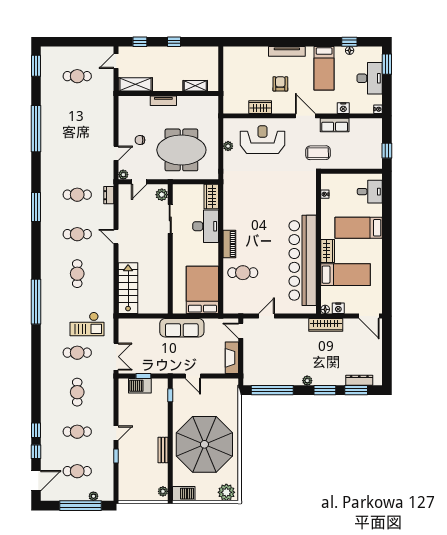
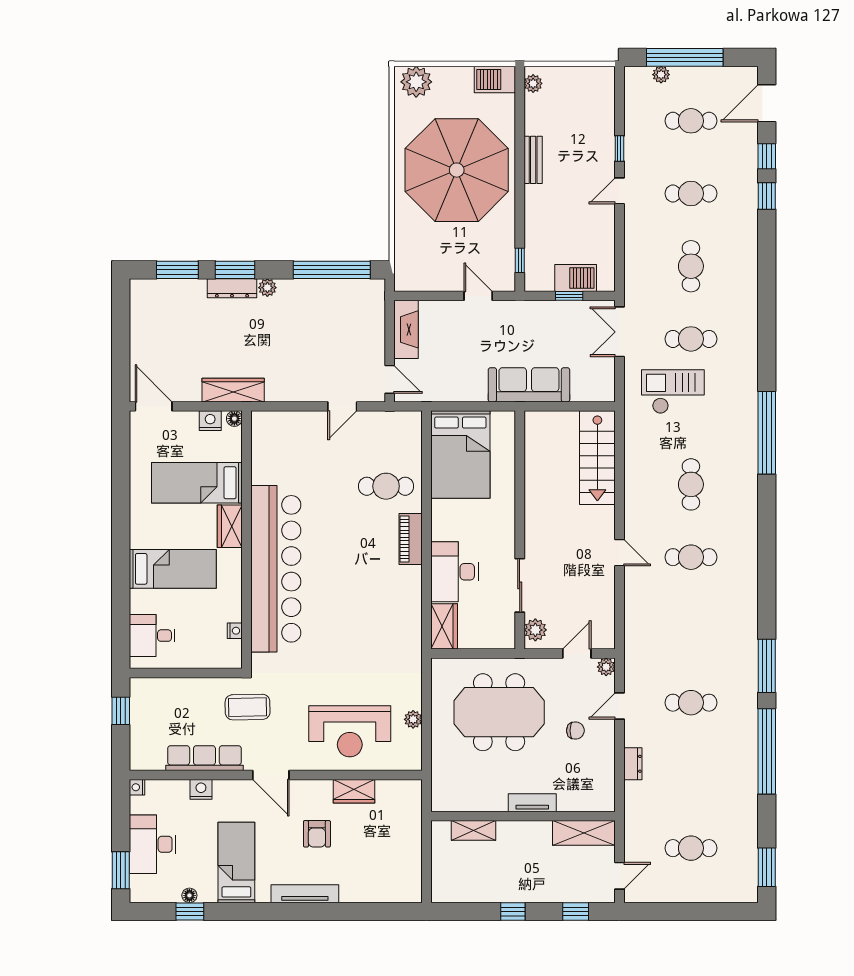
row of seats: (335, 125) -> (204, 758), width x1.48
cafe table: (77, 195) -> (691, 703), moved
dresser: (109, 195) -> (633, 764), moved
window: (36, 207) -> (767, 666), moved
bar counter: (303, 260) -> (276, 569), moved
sofa: (182, 328) -> (529, 385), moved
dresser: (359, 380) -> (232, 288), moved

